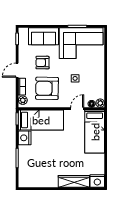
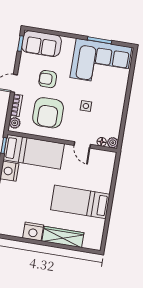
sofa: (44, 36) -> (42, 44), moved
armchair: (47, 88) -> (48, 113), turned -91
door: (77, 109) -> (82, 145), swing flipped
bed: (95, 132) -> (80, 202), moved, turned 90
nightstand: (97, 181) -> (33, 231), moved

